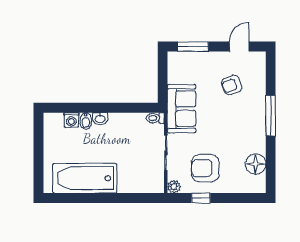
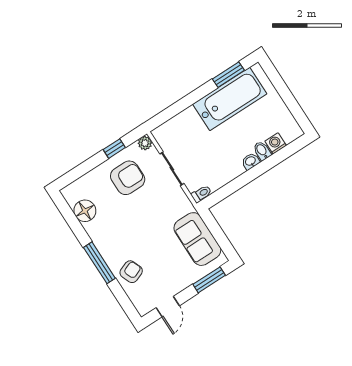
armchair: (232, 85) -> (131, 272), moved
sofa: (182, 109) -> (197, 239), moved
window: (73, 198) -> (228, 75), added

